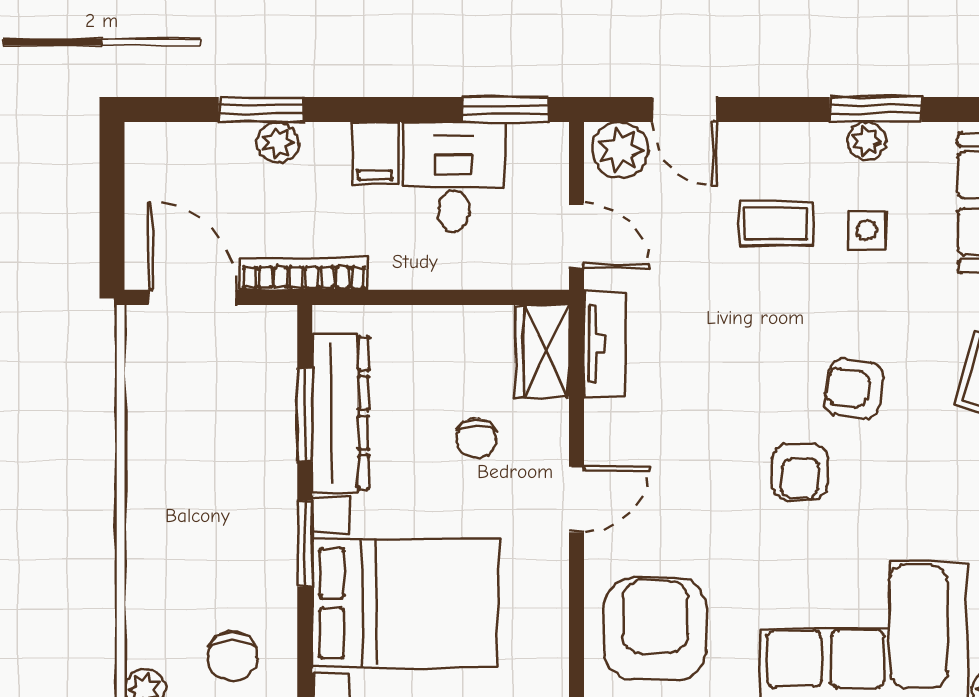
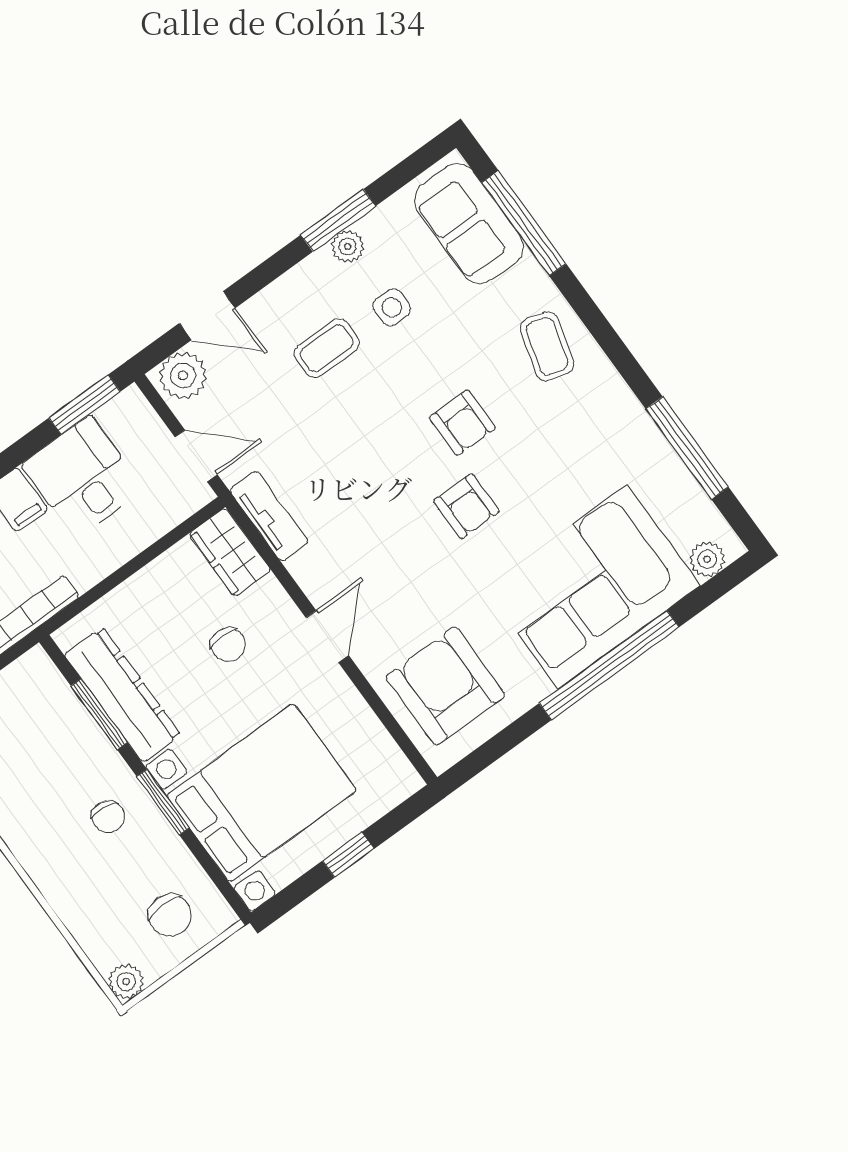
armchair: (854, 389) -> (462, 423), turned -99
chair: (242, 519) -> (108, 817), added

